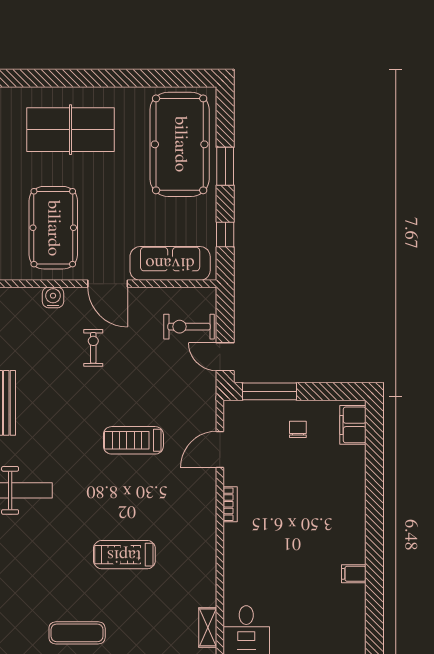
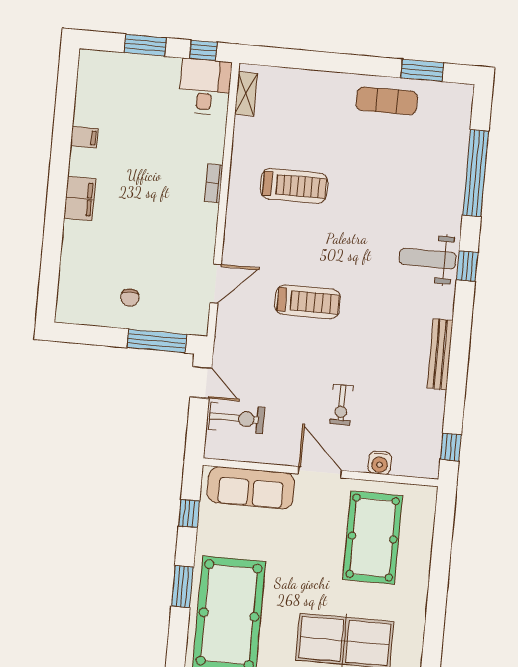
filing cabinet: (353, 425) -> (80, 198), moved
bookcase: (230, 504) -> (214, 183), moved
treadmill: (124, 555) -> (294, 186), moved

